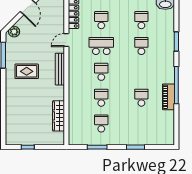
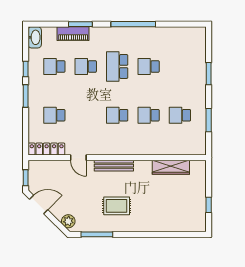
school desk: (101, 46) -> (117, 66), moved
rug: (27, 71) -> (117, 206), turned 90
piano: (168, 97) -> (73, 34), moved

